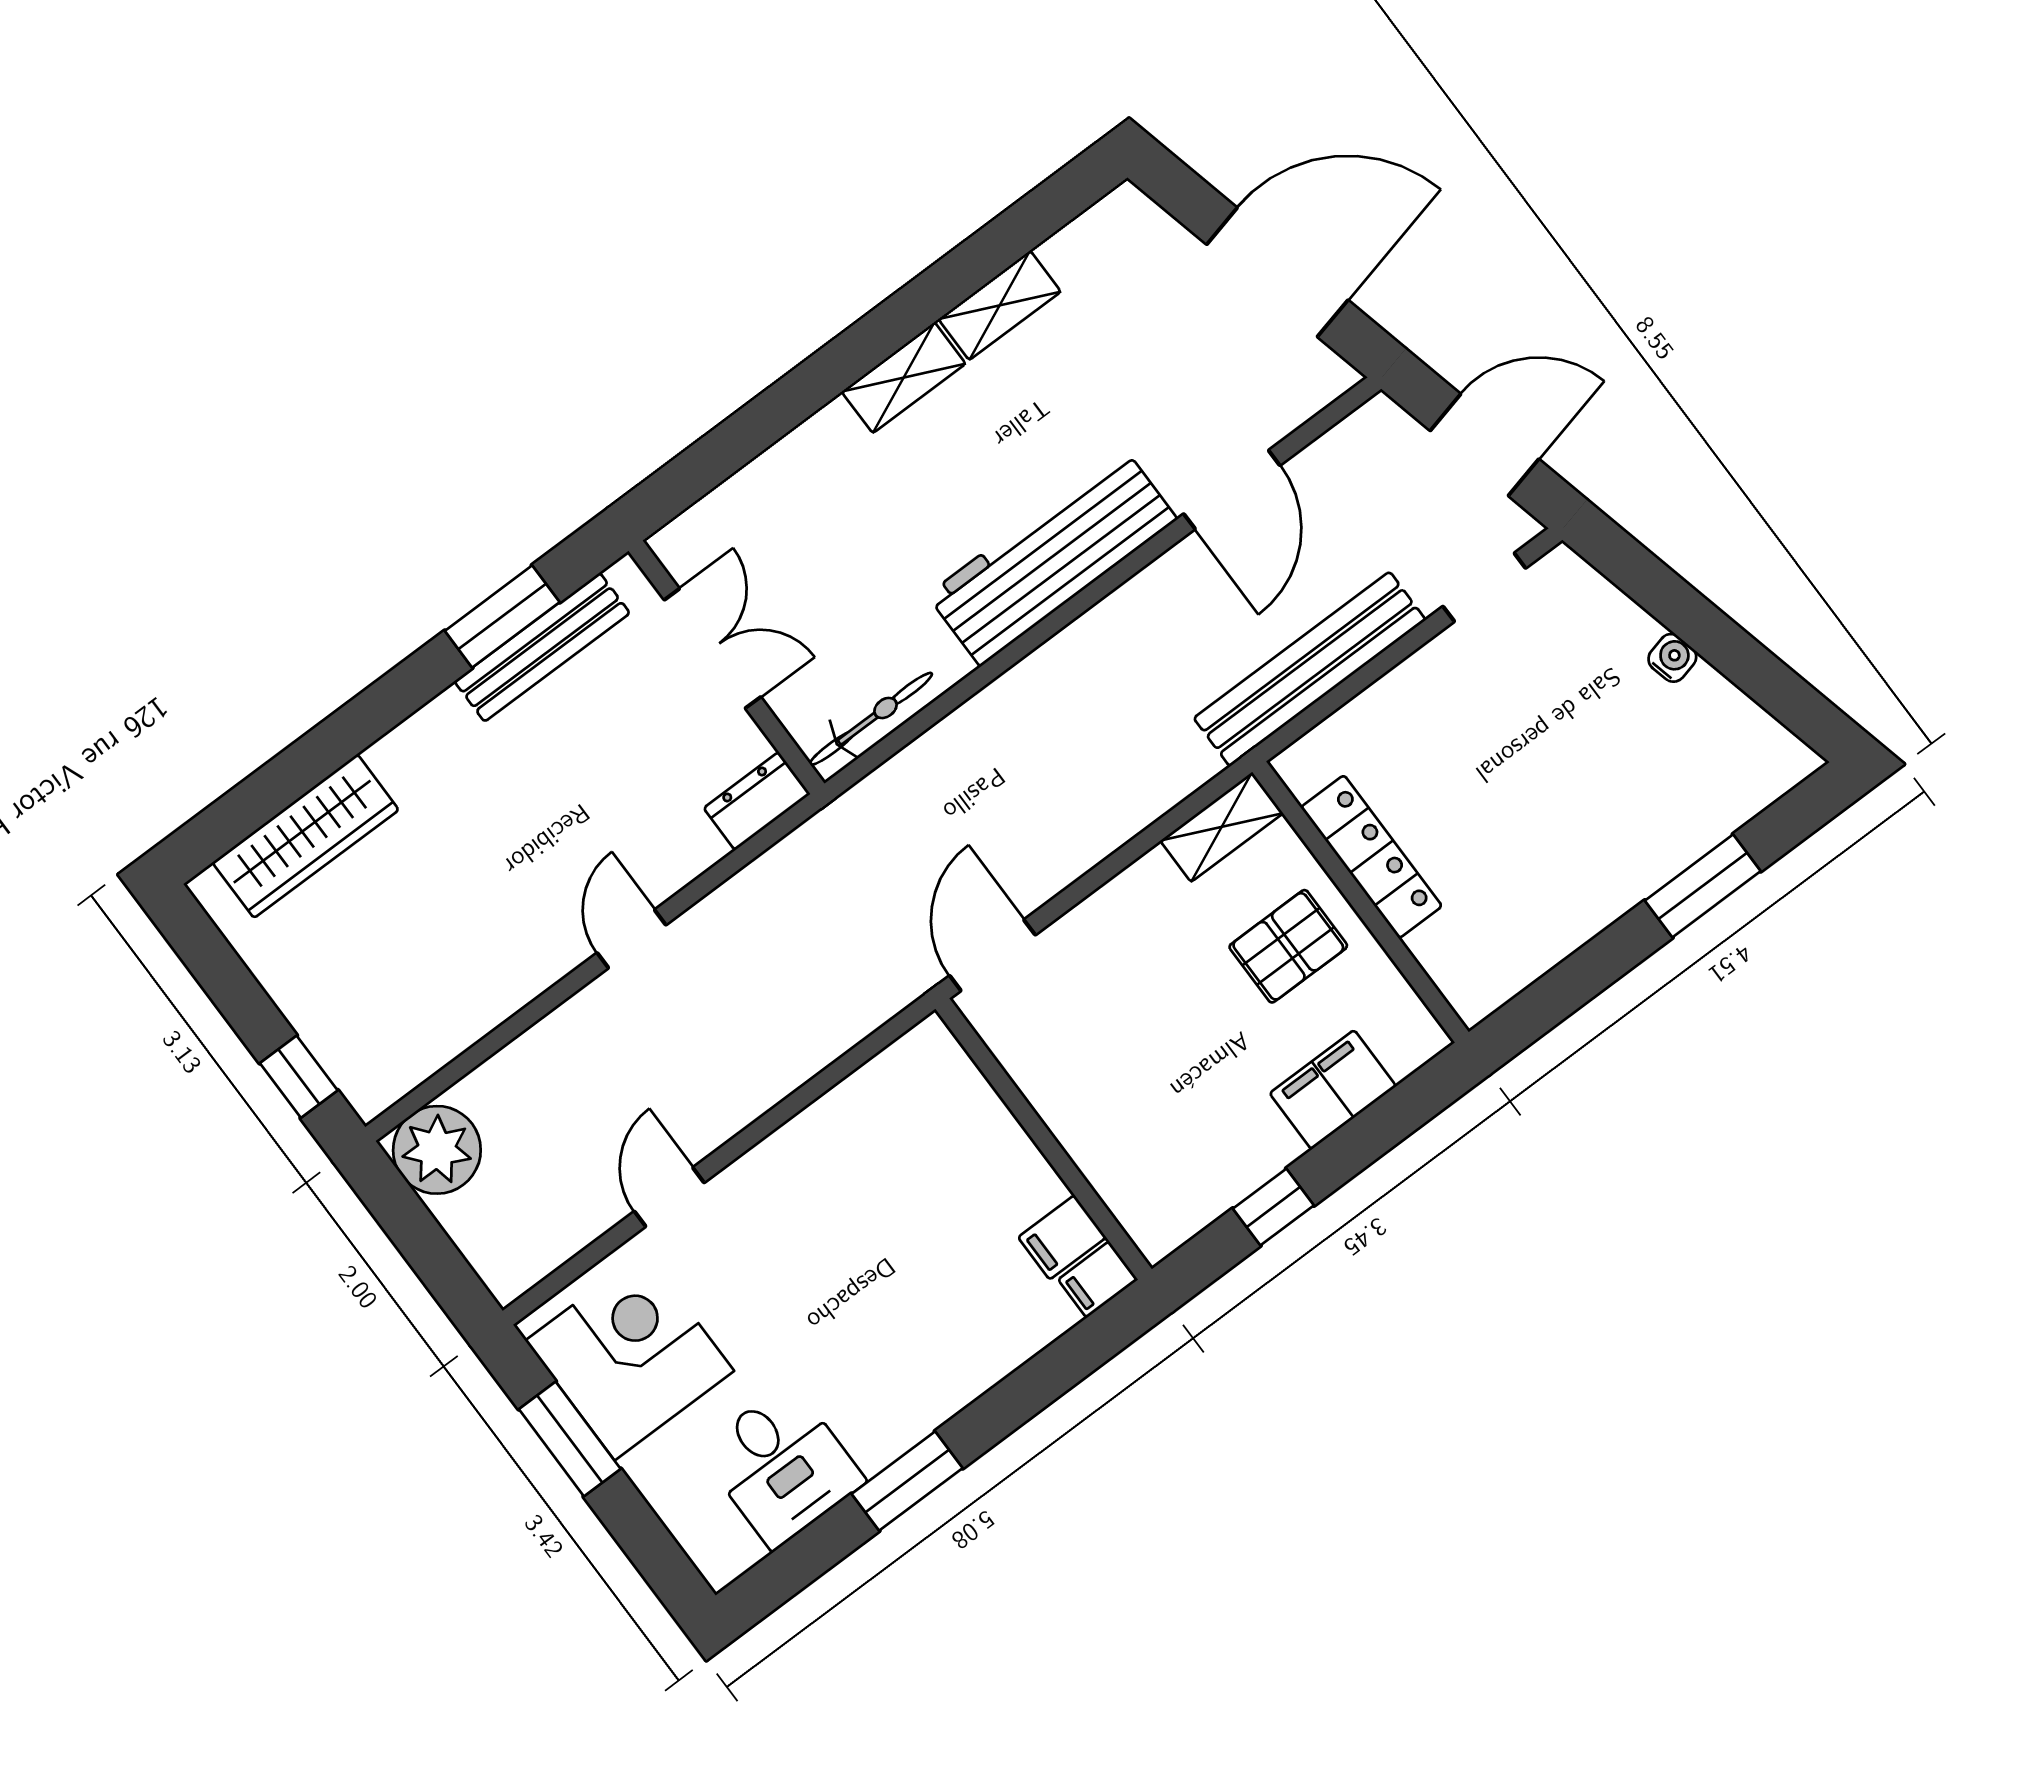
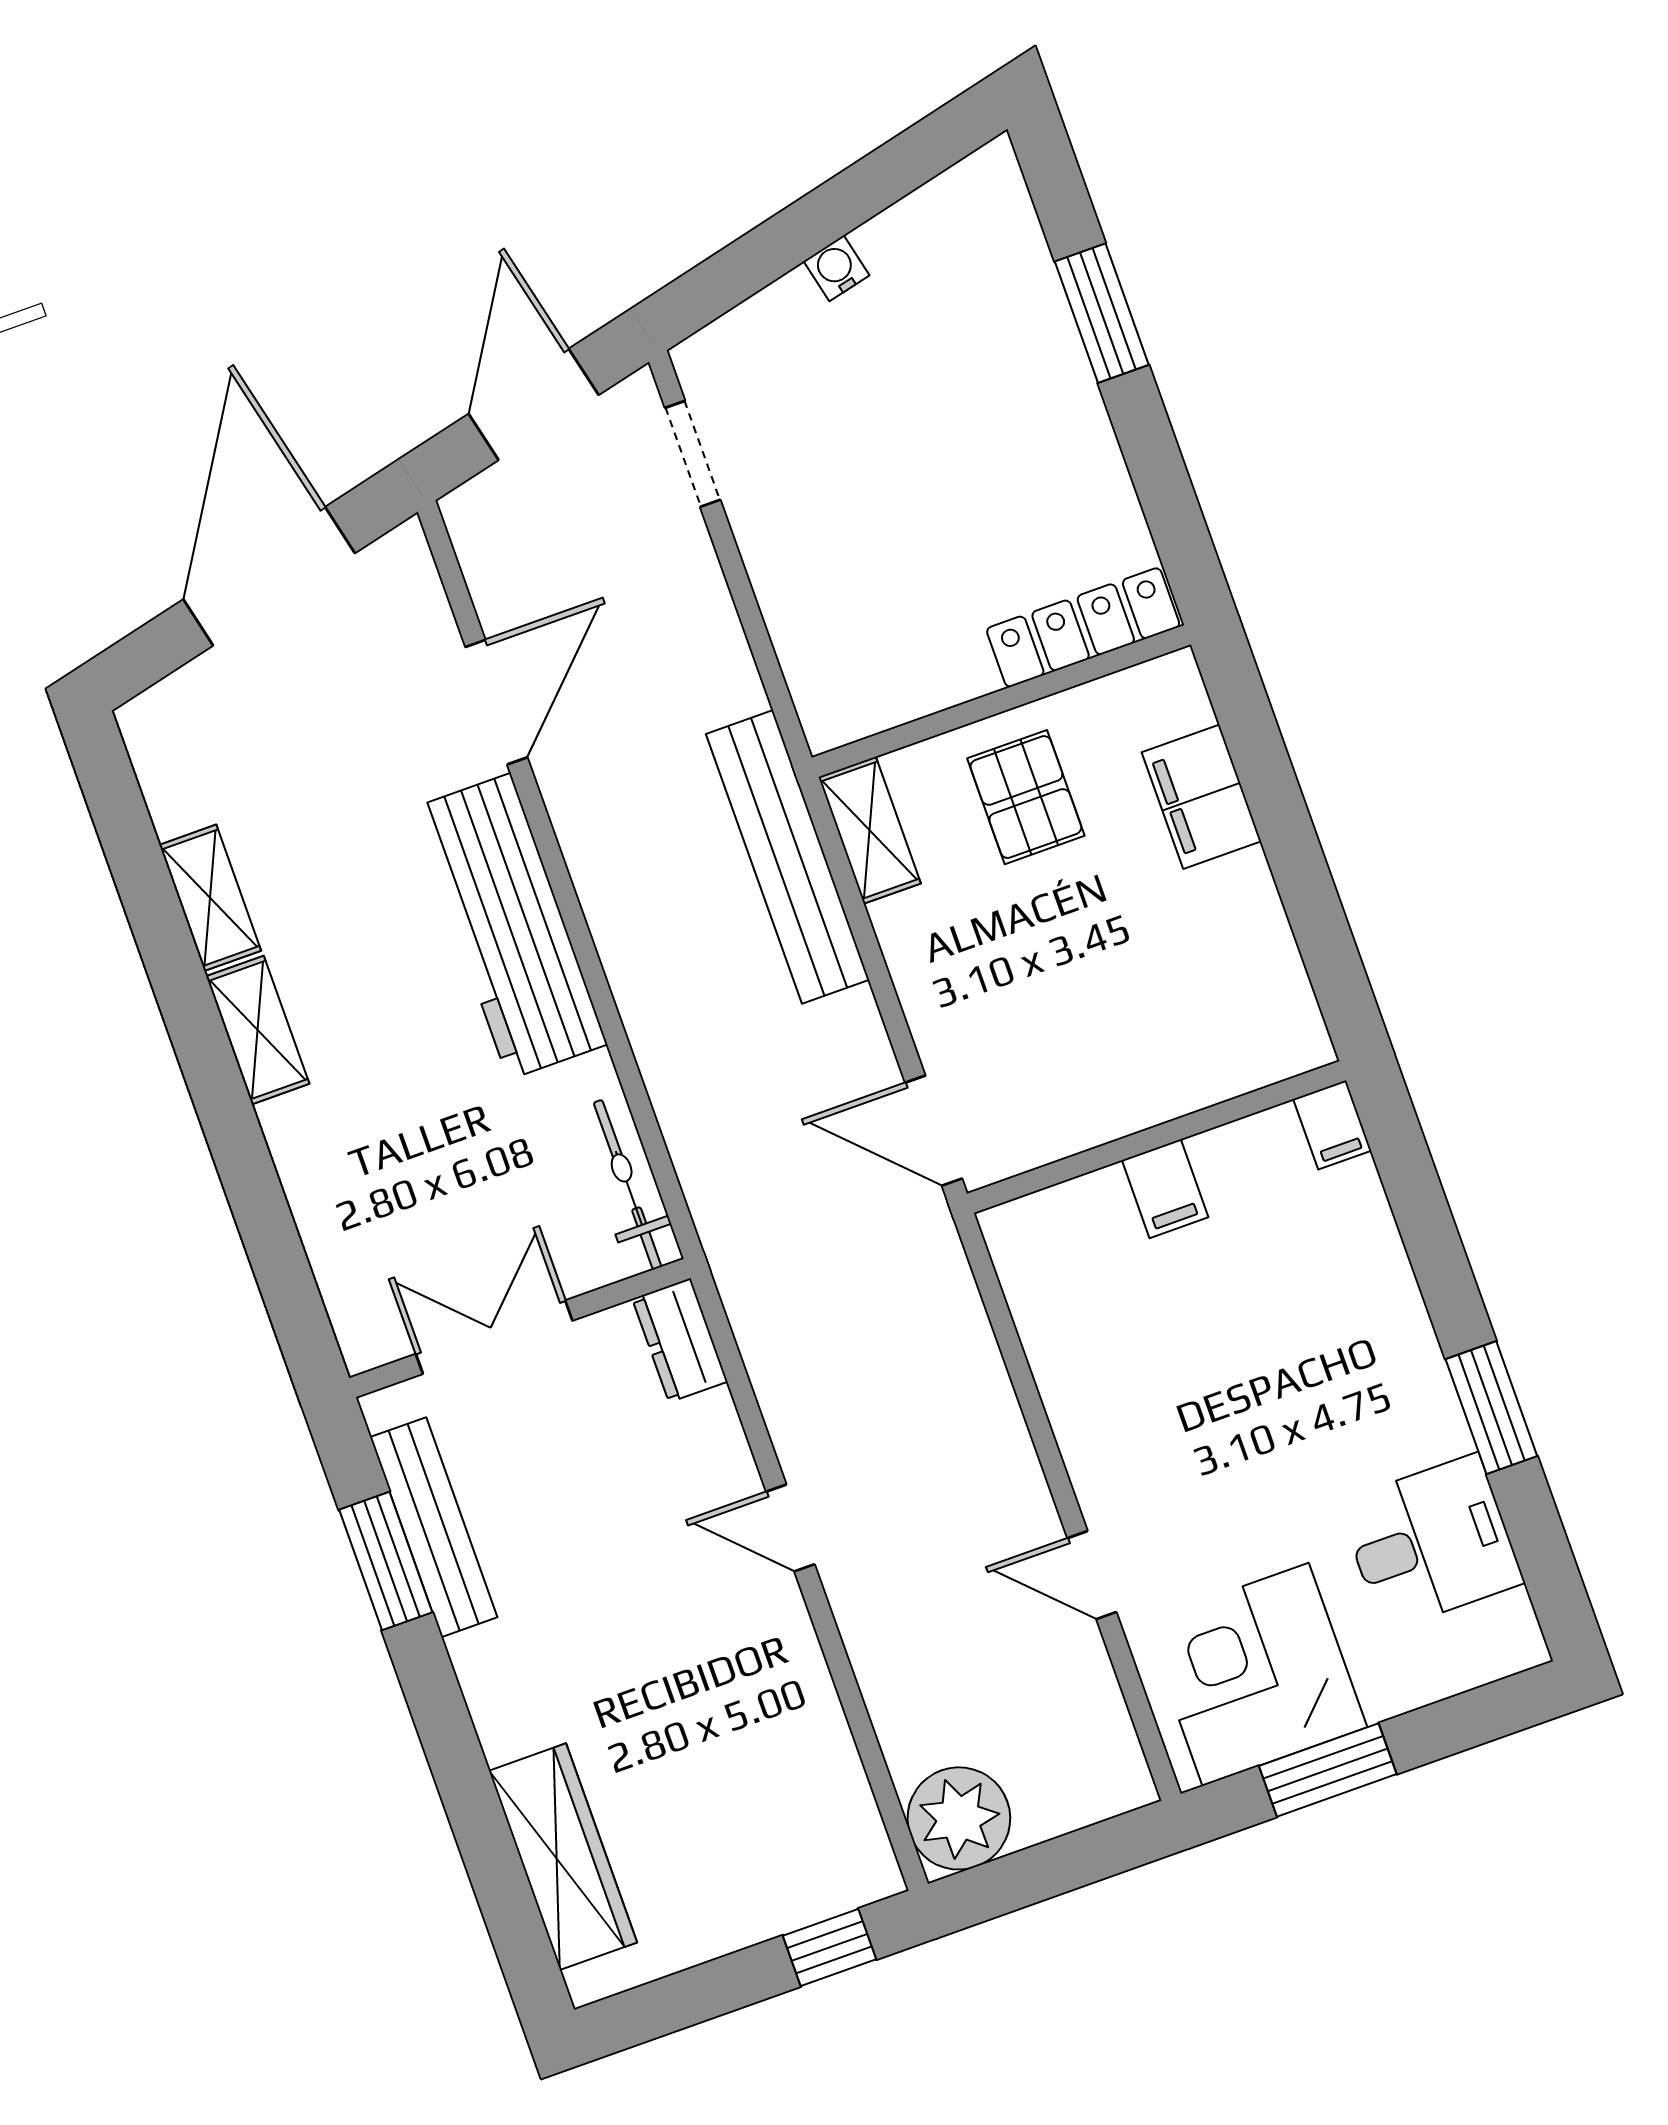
door: (1232, 490) -> (496, 702), hinge flipped
bench: (1310, 669) -> (788, 857), moved
locker: (1371, 857) -> (1083, 627), moved
window: (1273, 1207) -> (1312, 904), removed
filing cabinet: (1062, 1237) -> (1165, 1189), moved

